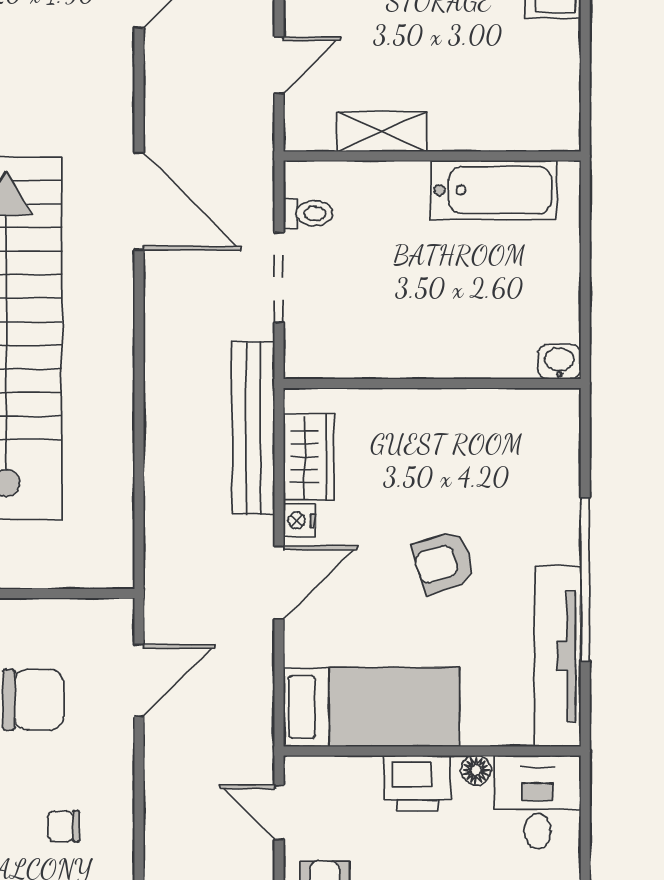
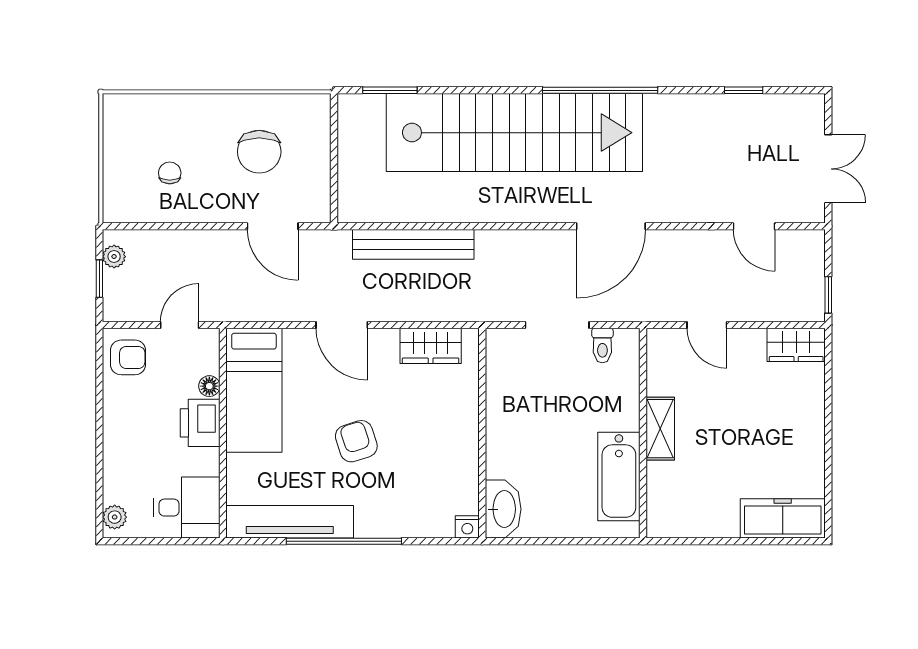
shelving: (382, 132) -> (660, 429), moved
washbasin: (559, 362) -> (503, 509), width x1.91, depth x1.45
bench: (253, 428) -> (413, 244), moved
nightstand: (299, 520) -> (467, 527), moved, turned 180
floor lamp: (476, 770) -> (209, 386), moved

